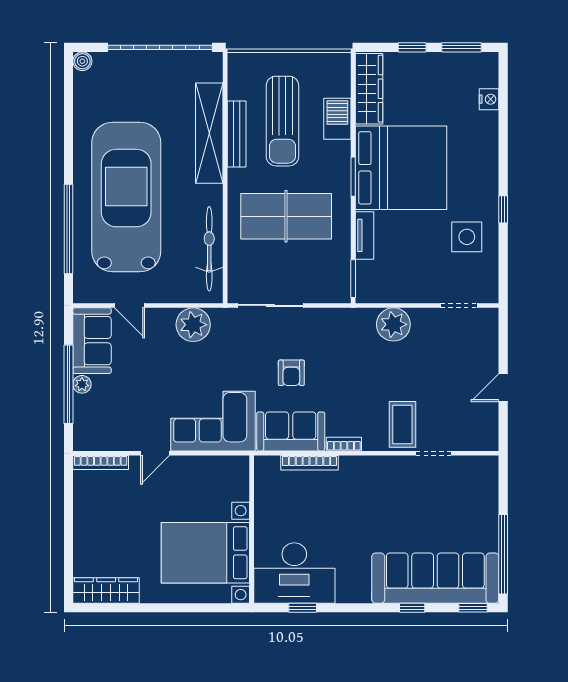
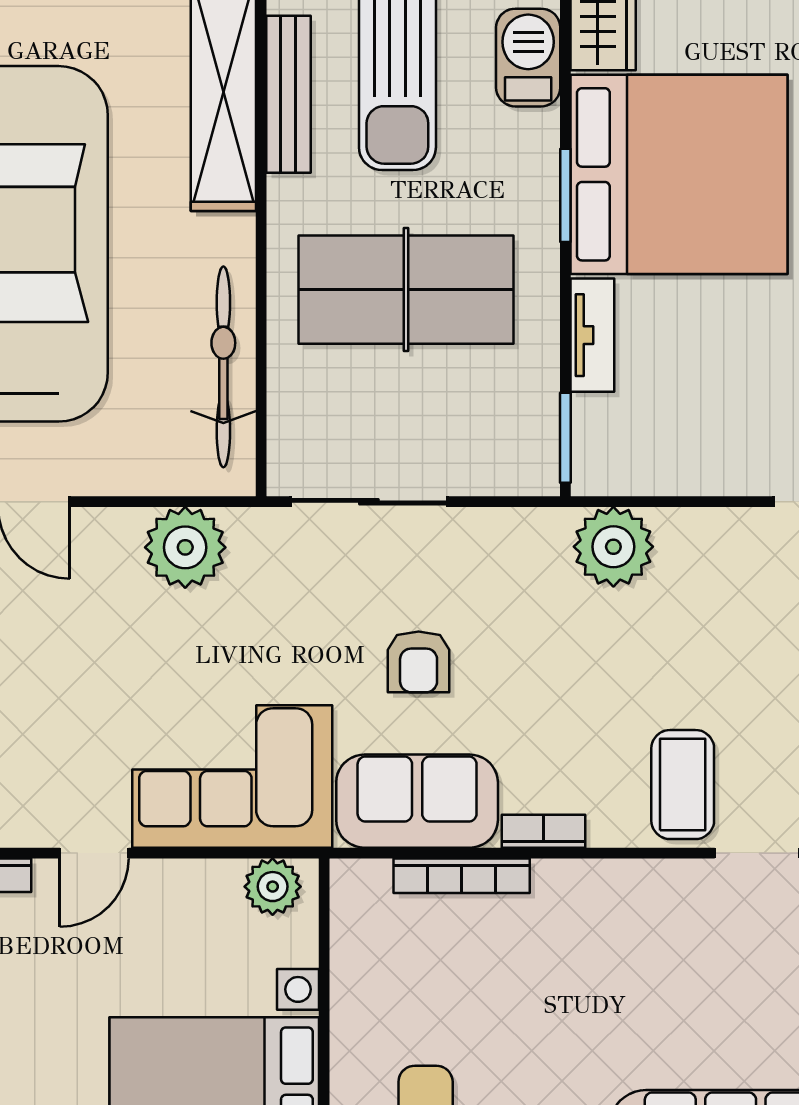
plant: (393, 324) -> (613, 547), moved
plant: (230, 467) -> (273, 887), added

